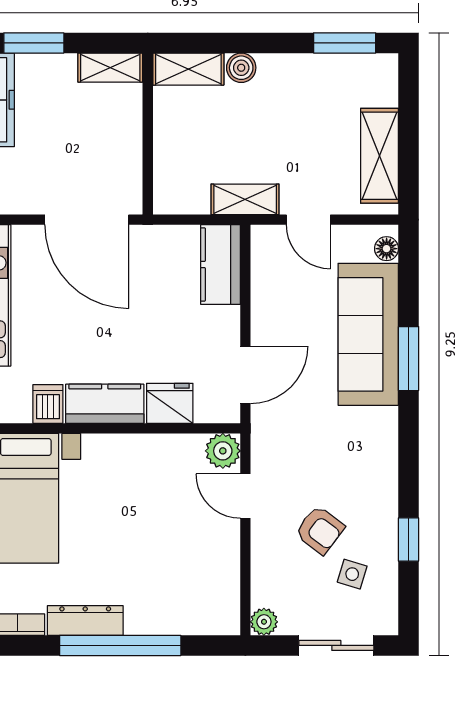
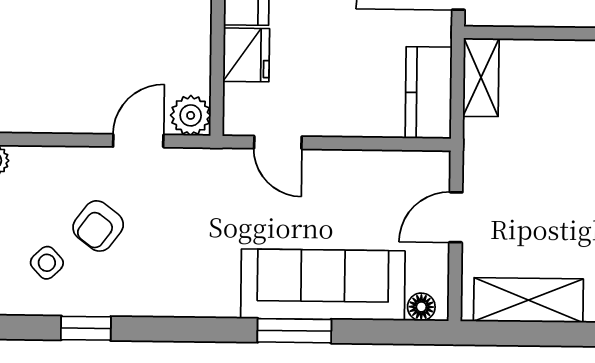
shelving: (245, 199) -> (481, 77), moved
kitchen counter: (220, 264) -> (429, 93), moved, turned -90
door: (245, 375) -> (278, 142), width x0.73
side table: (352, 574) -> (47, 263), turned 30

